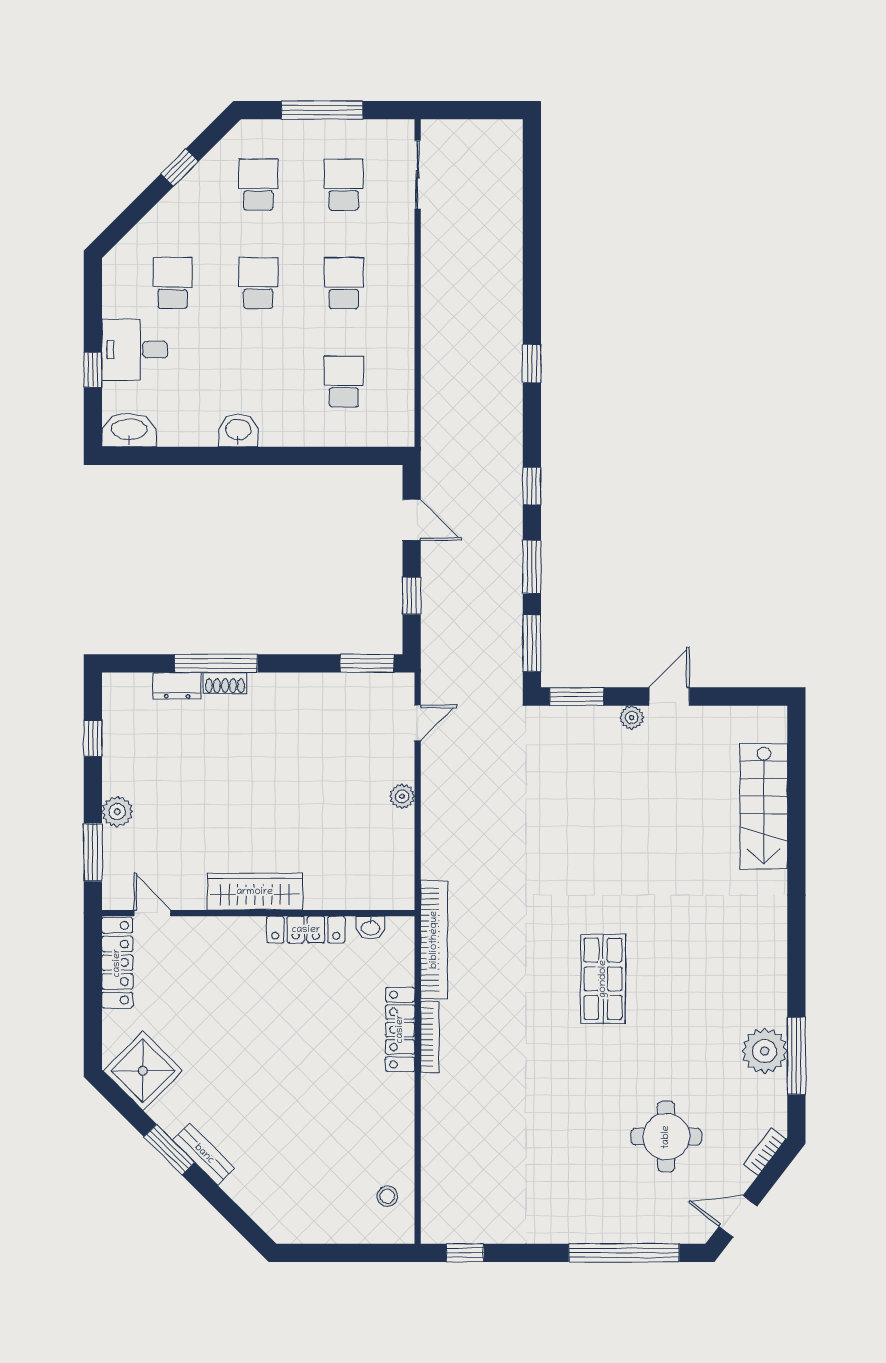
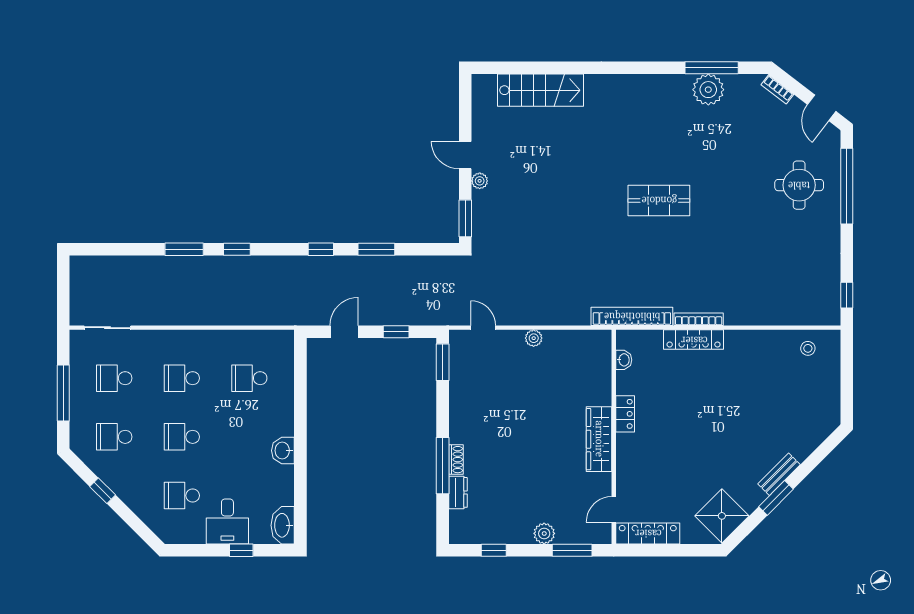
window: (532, 643) -> (184, 249), moved
locker: (306, 930) -> (625, 414), width x0.66
round table: (666, 1137) -> (799, 185), moved

